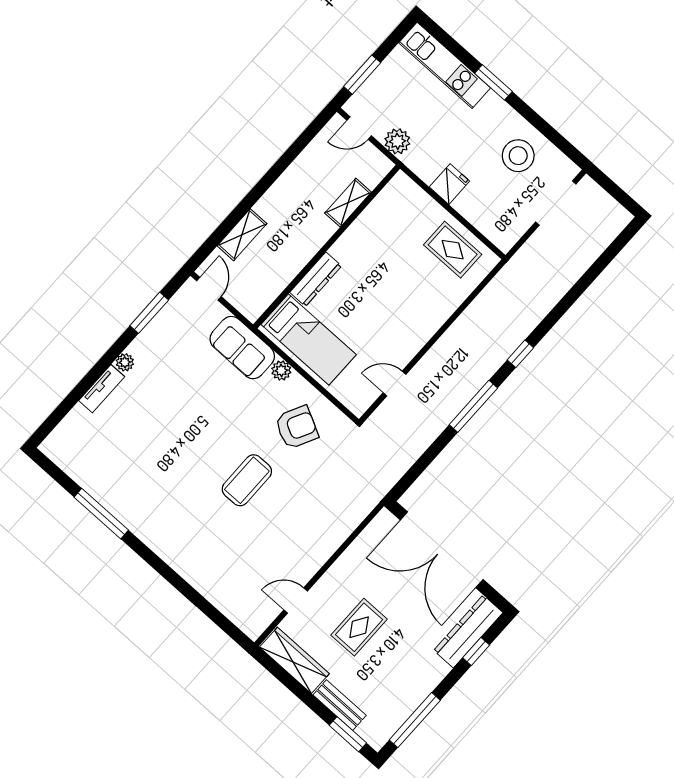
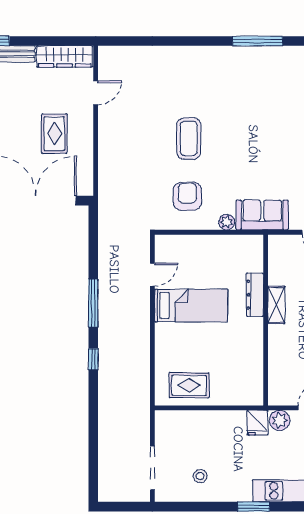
stool: (518, 156) -> (200, 476), width x0.53, depth x0.53
fridge: (449, 184) -> (257, 423), moved
shelving: (348, 203) -> (276, 305), moved
bed: (309, 339) -> (191, 306), moved, turned 180
armchair: (297, 427) -> (187, 196), turned 153
rug: (359, 627) -> (54, 134), moved

